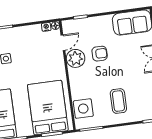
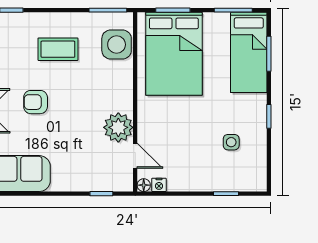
door: (63, 43) -> (135, 156), swing flipped
armchair: (100, 54) -> (36, 102), moved
coffee table: (118, 101) -> (58, 49), turned 90

